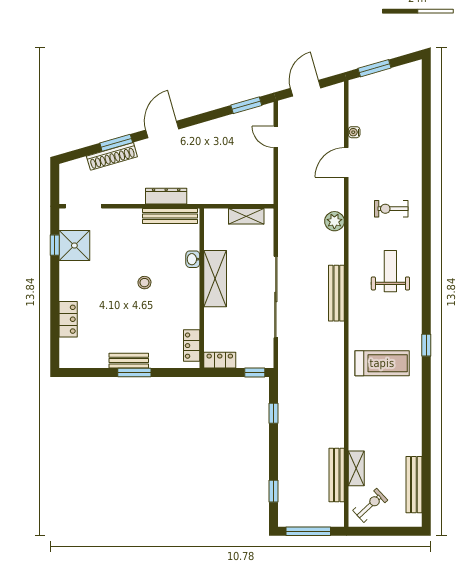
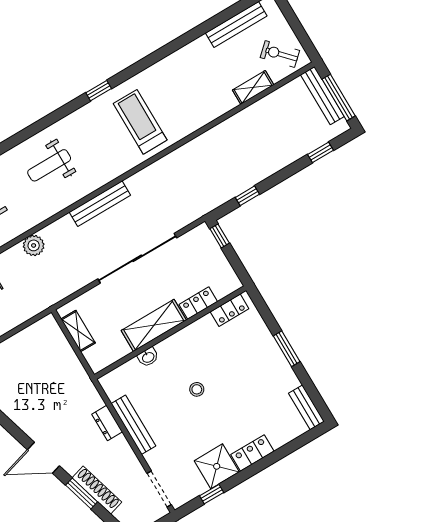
dresser: (166, 196) -> (107, 423), width x0.70
bench: (170, 216) -> (133, 425), moved
shower: (74, 245) -> (217, 466), moved
locker: (68, 319) -> (252, 453), moved
locker: (220, 360) -> (198, 303), moved, turned 90
bench: (129, 361) -> (306, 407), moved
bench: (337, 475) -> (322, 96), moved, turned 90

